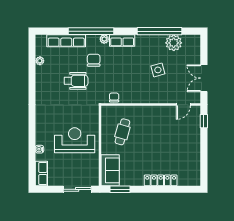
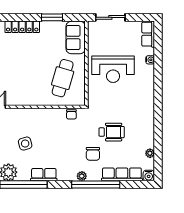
water cooler: (41, 40) -> (149, 176), added
row of seats: (122, 40) -> (44, 175), moved
wheelchair: (76, 81) -> (112, 132), turned 180
cafe table: (122, 132) -> (63, 78), width x1.37, depth x1.35
window: (120, 189) -> (52, 17), moved

